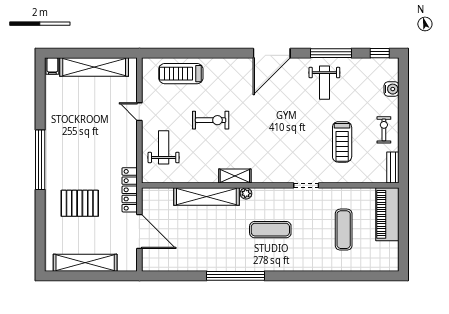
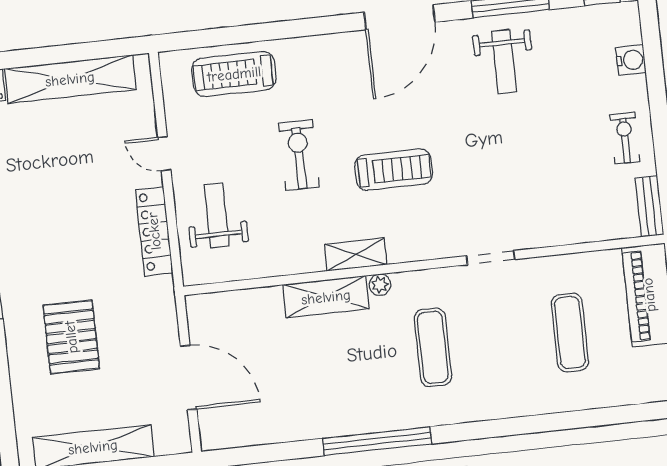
exercise bike: (211, 120) -> (299, 155), turned -90
treadmill: (342, 142) -> (394, 170), moved, turned -90
locker: (130, 190) -> (154, 231), moved
shelving: (206, 197) -> (326, 297), width x0.68
pallet: (80, 203) -> (71, 337), turned 90
exercise mat: (270, 230) -> (433, 347), turned 90

